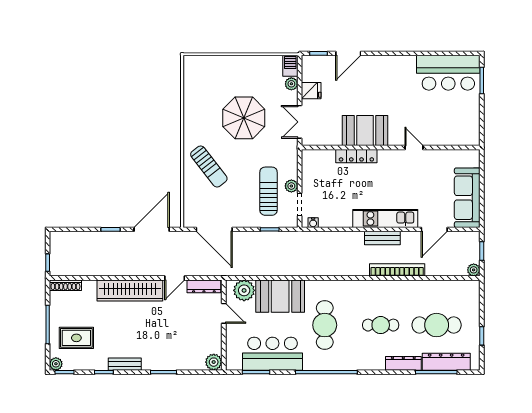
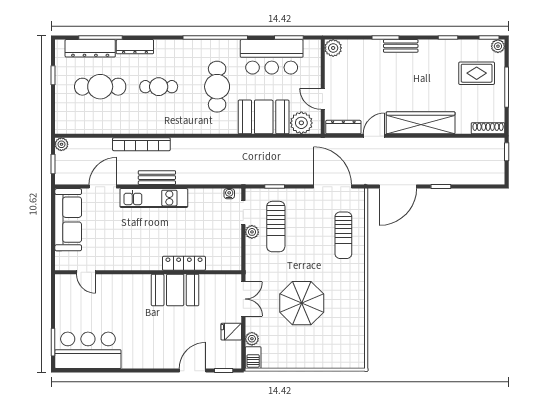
door: (414, 147) -> (86, 272), moved
sun lounger: (209, 166) -> (343, 235), moved, turned -142
bench: (125, 364) -> (401, 46), moved

